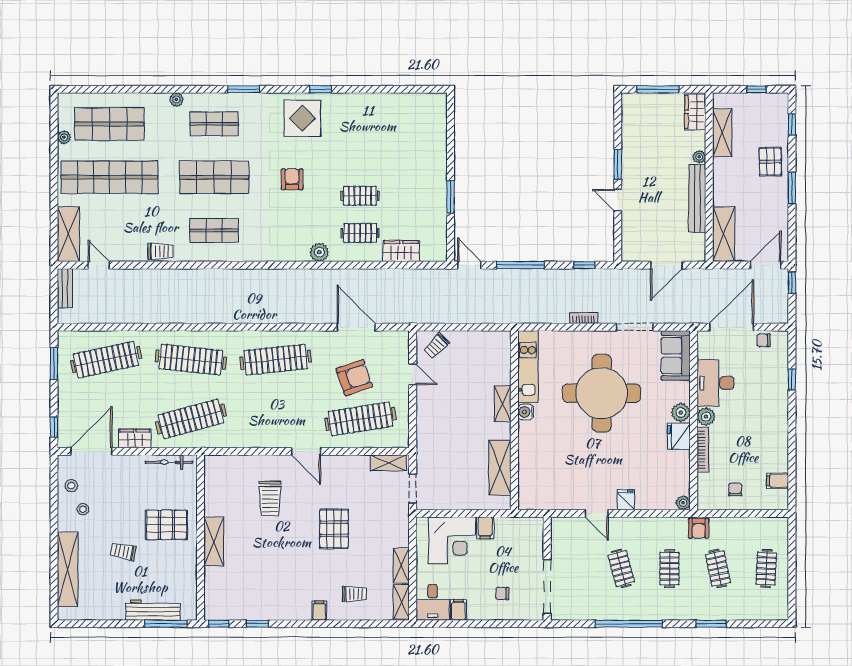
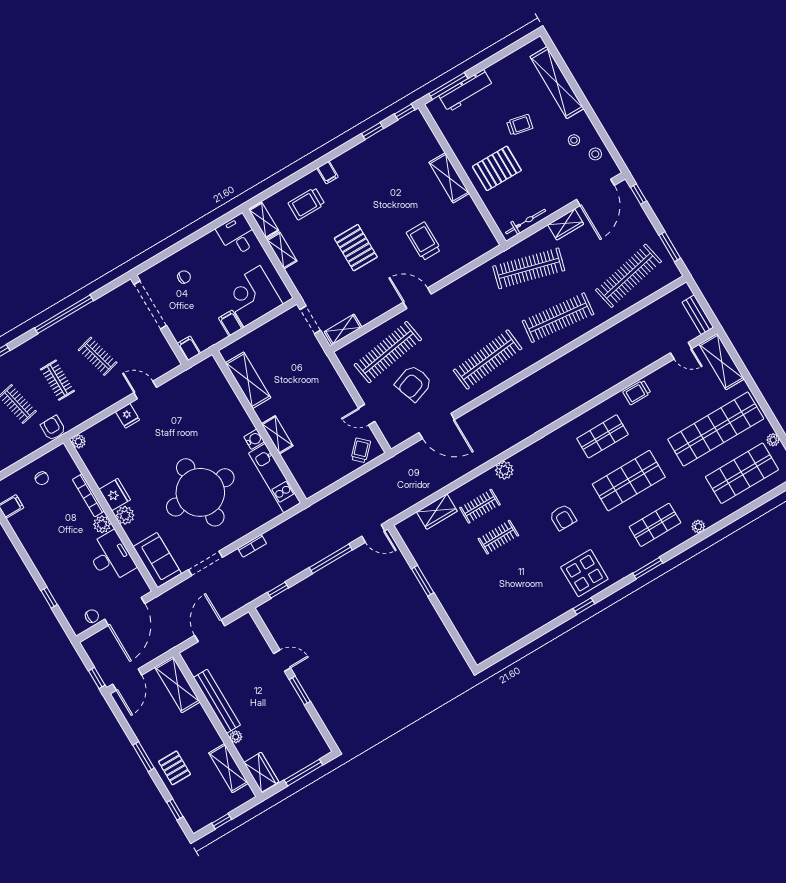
clothes rail: (191, 419) -> (529, 268), turned 30
trolley: (355, 594) -> (306, 204), width x1.36, depth x1.39
filing cabinet: (459, 610) -> (189, 348), moved, turned 180

